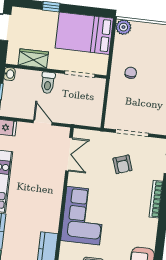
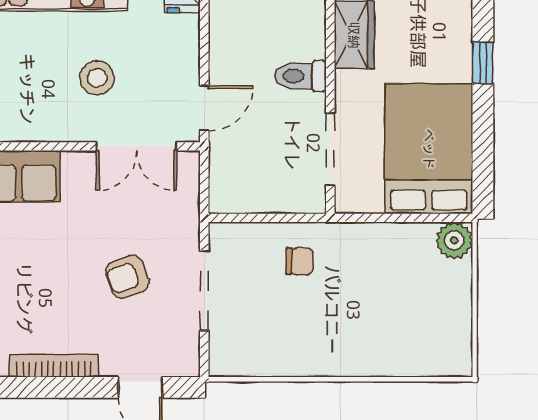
chair: (131, 73) -> (299, 261), moved
door: (43, 123) -> (204, 108), moved
stool: (39, 167) -> (97, 78), added

